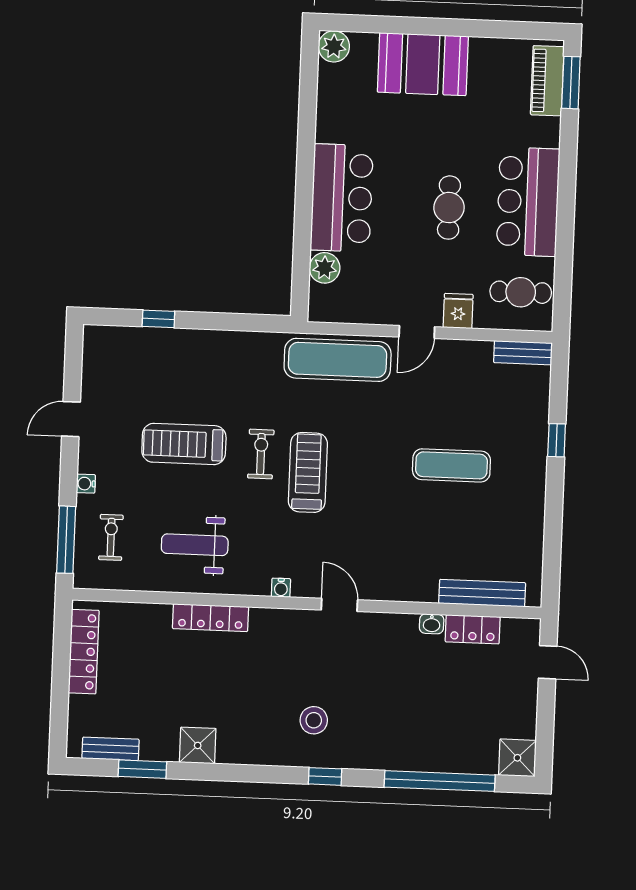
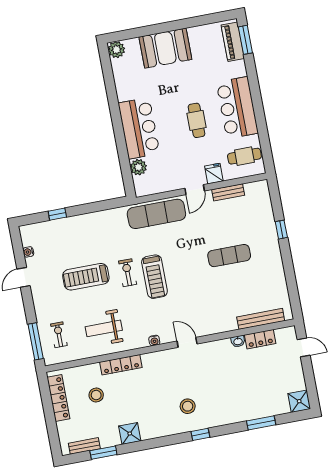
bench: (523, 353) -> (228, 192), moved
treadmill: (308, 472) -> (154, 277), turned 180
water cooler: (86, 484) -> (28, 252), moved
stool: (153, 662) -> (96, 395), added
window: (440, 781) -> (261, 423), width x0.47

